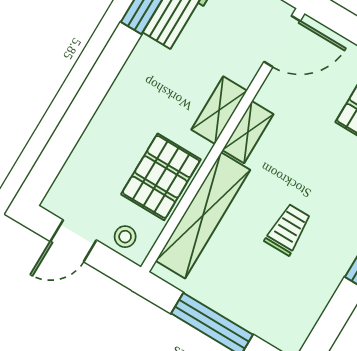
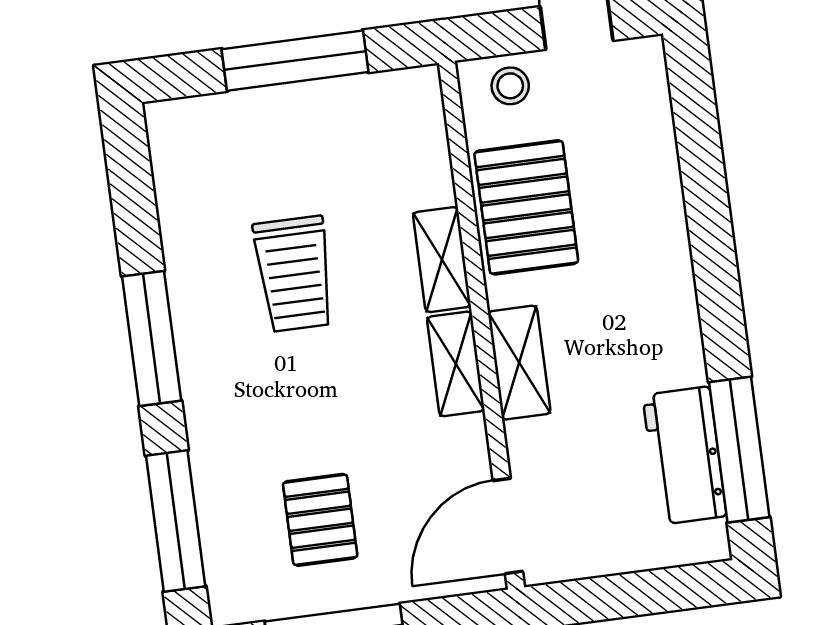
shelving: (203, 215) -> (442, 260), width x0.45, depth x0.75
trolley: (288, 229) -> (294, 274), width x1.36, depth x1.39

